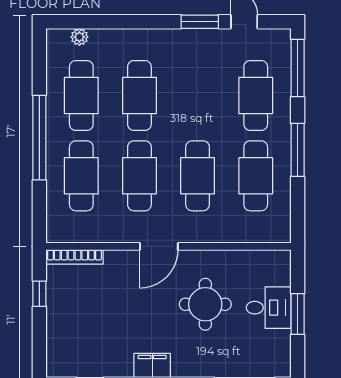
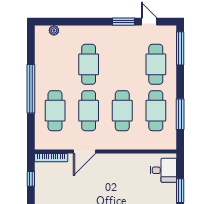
cafe table: (81, 95) -> (55, 64), removed
window: (298, 150) -> (180, 114), moved
door: (159, 246) -> (85, 151), moved
round table: (205, 304) -> (127, 185), removed
desk: (269, 308) -> (163, 170), moved

